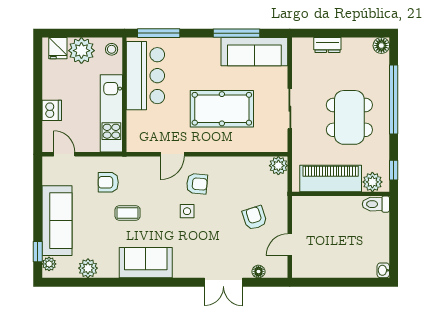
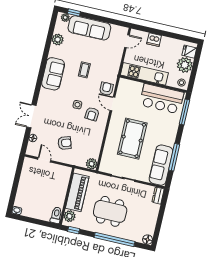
dresser: (327, 45) -> (158, 196), moved
armchair: (108, 182) -> (106, 89), moved

